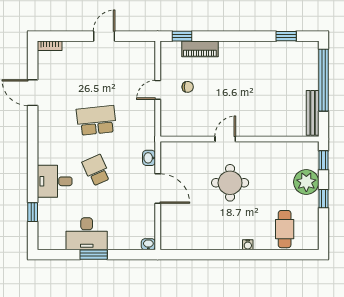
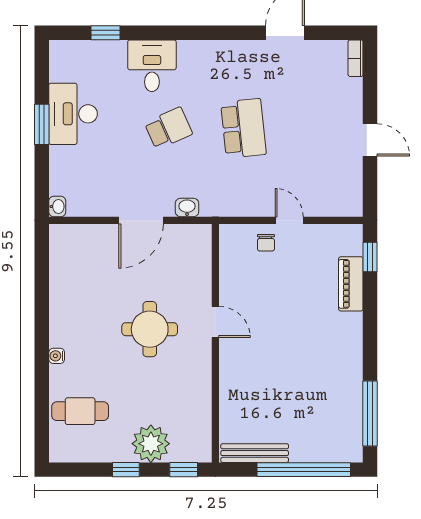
window: (286, 36) -> (370, 413), width x2.17
chair: (188, 87) -> (266, 243), moved

